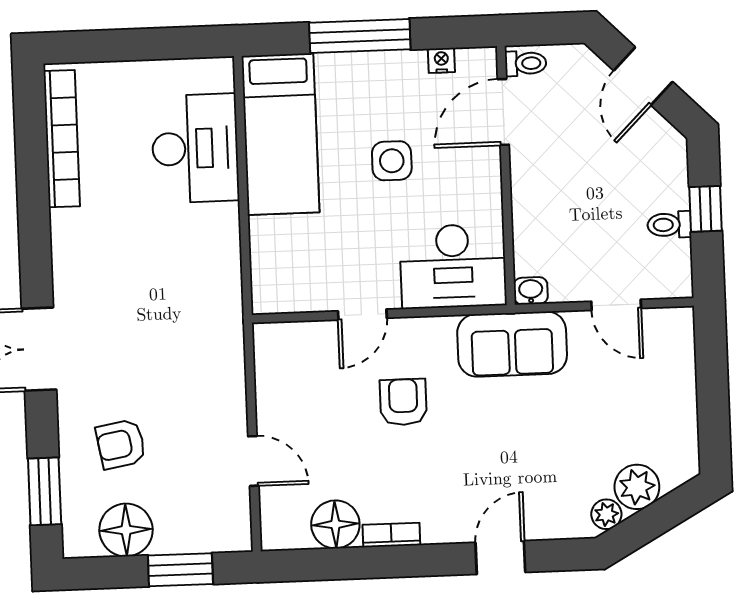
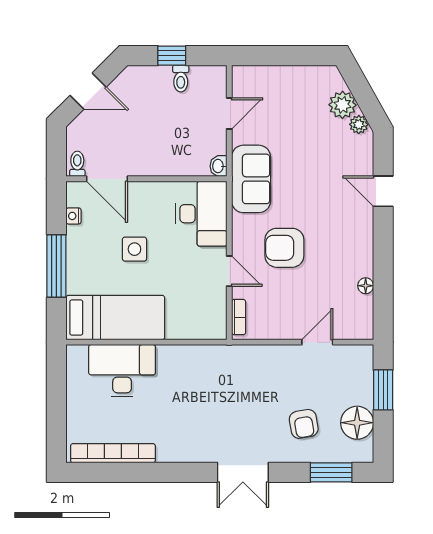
armchair: (403, 402) -> (284, 248), width x1.38, depth x1.38
floor lamp: (335, 524) -> (366, 286), width x0.53, depth x0.53
bookcase: (391, 535) -> (239, 317), moved, turned 180

